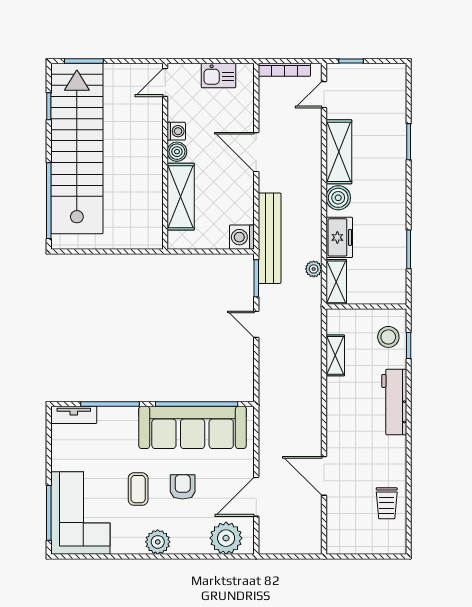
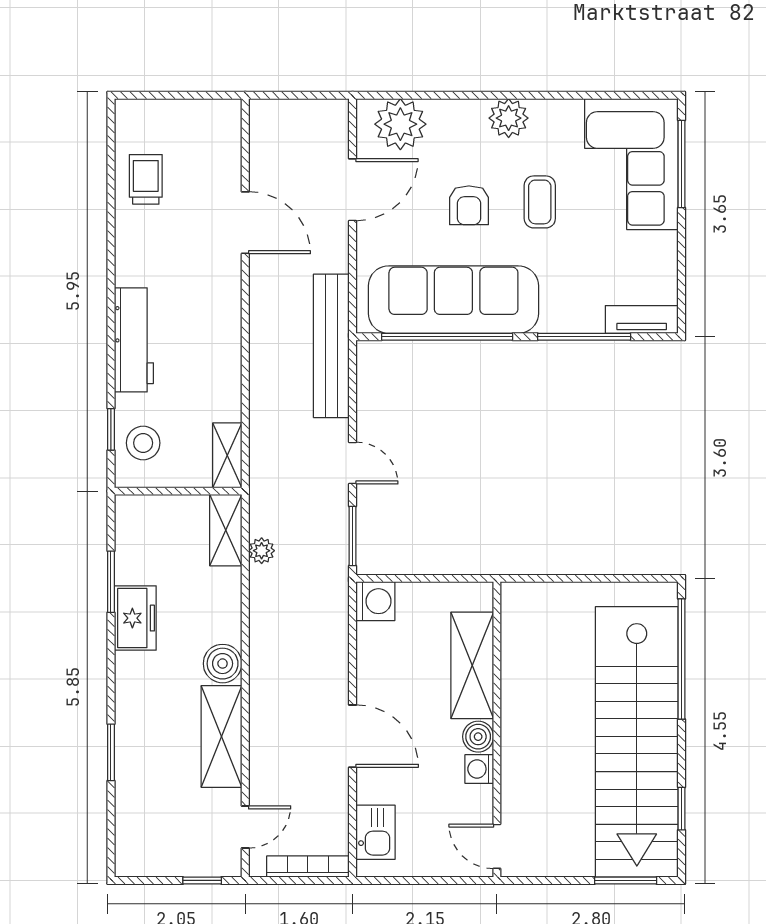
kitchen sink: (218, 75) -> (376, 832), moved, turned 90
door: (165, 82) -> (497, 846), swing flipped
freezer: (339, 237) -> (135, 618), moved, turned 180
bench: (270, 238) -> (331, 346), moved
shelving: (335, 355) -> (227, 455), moved

